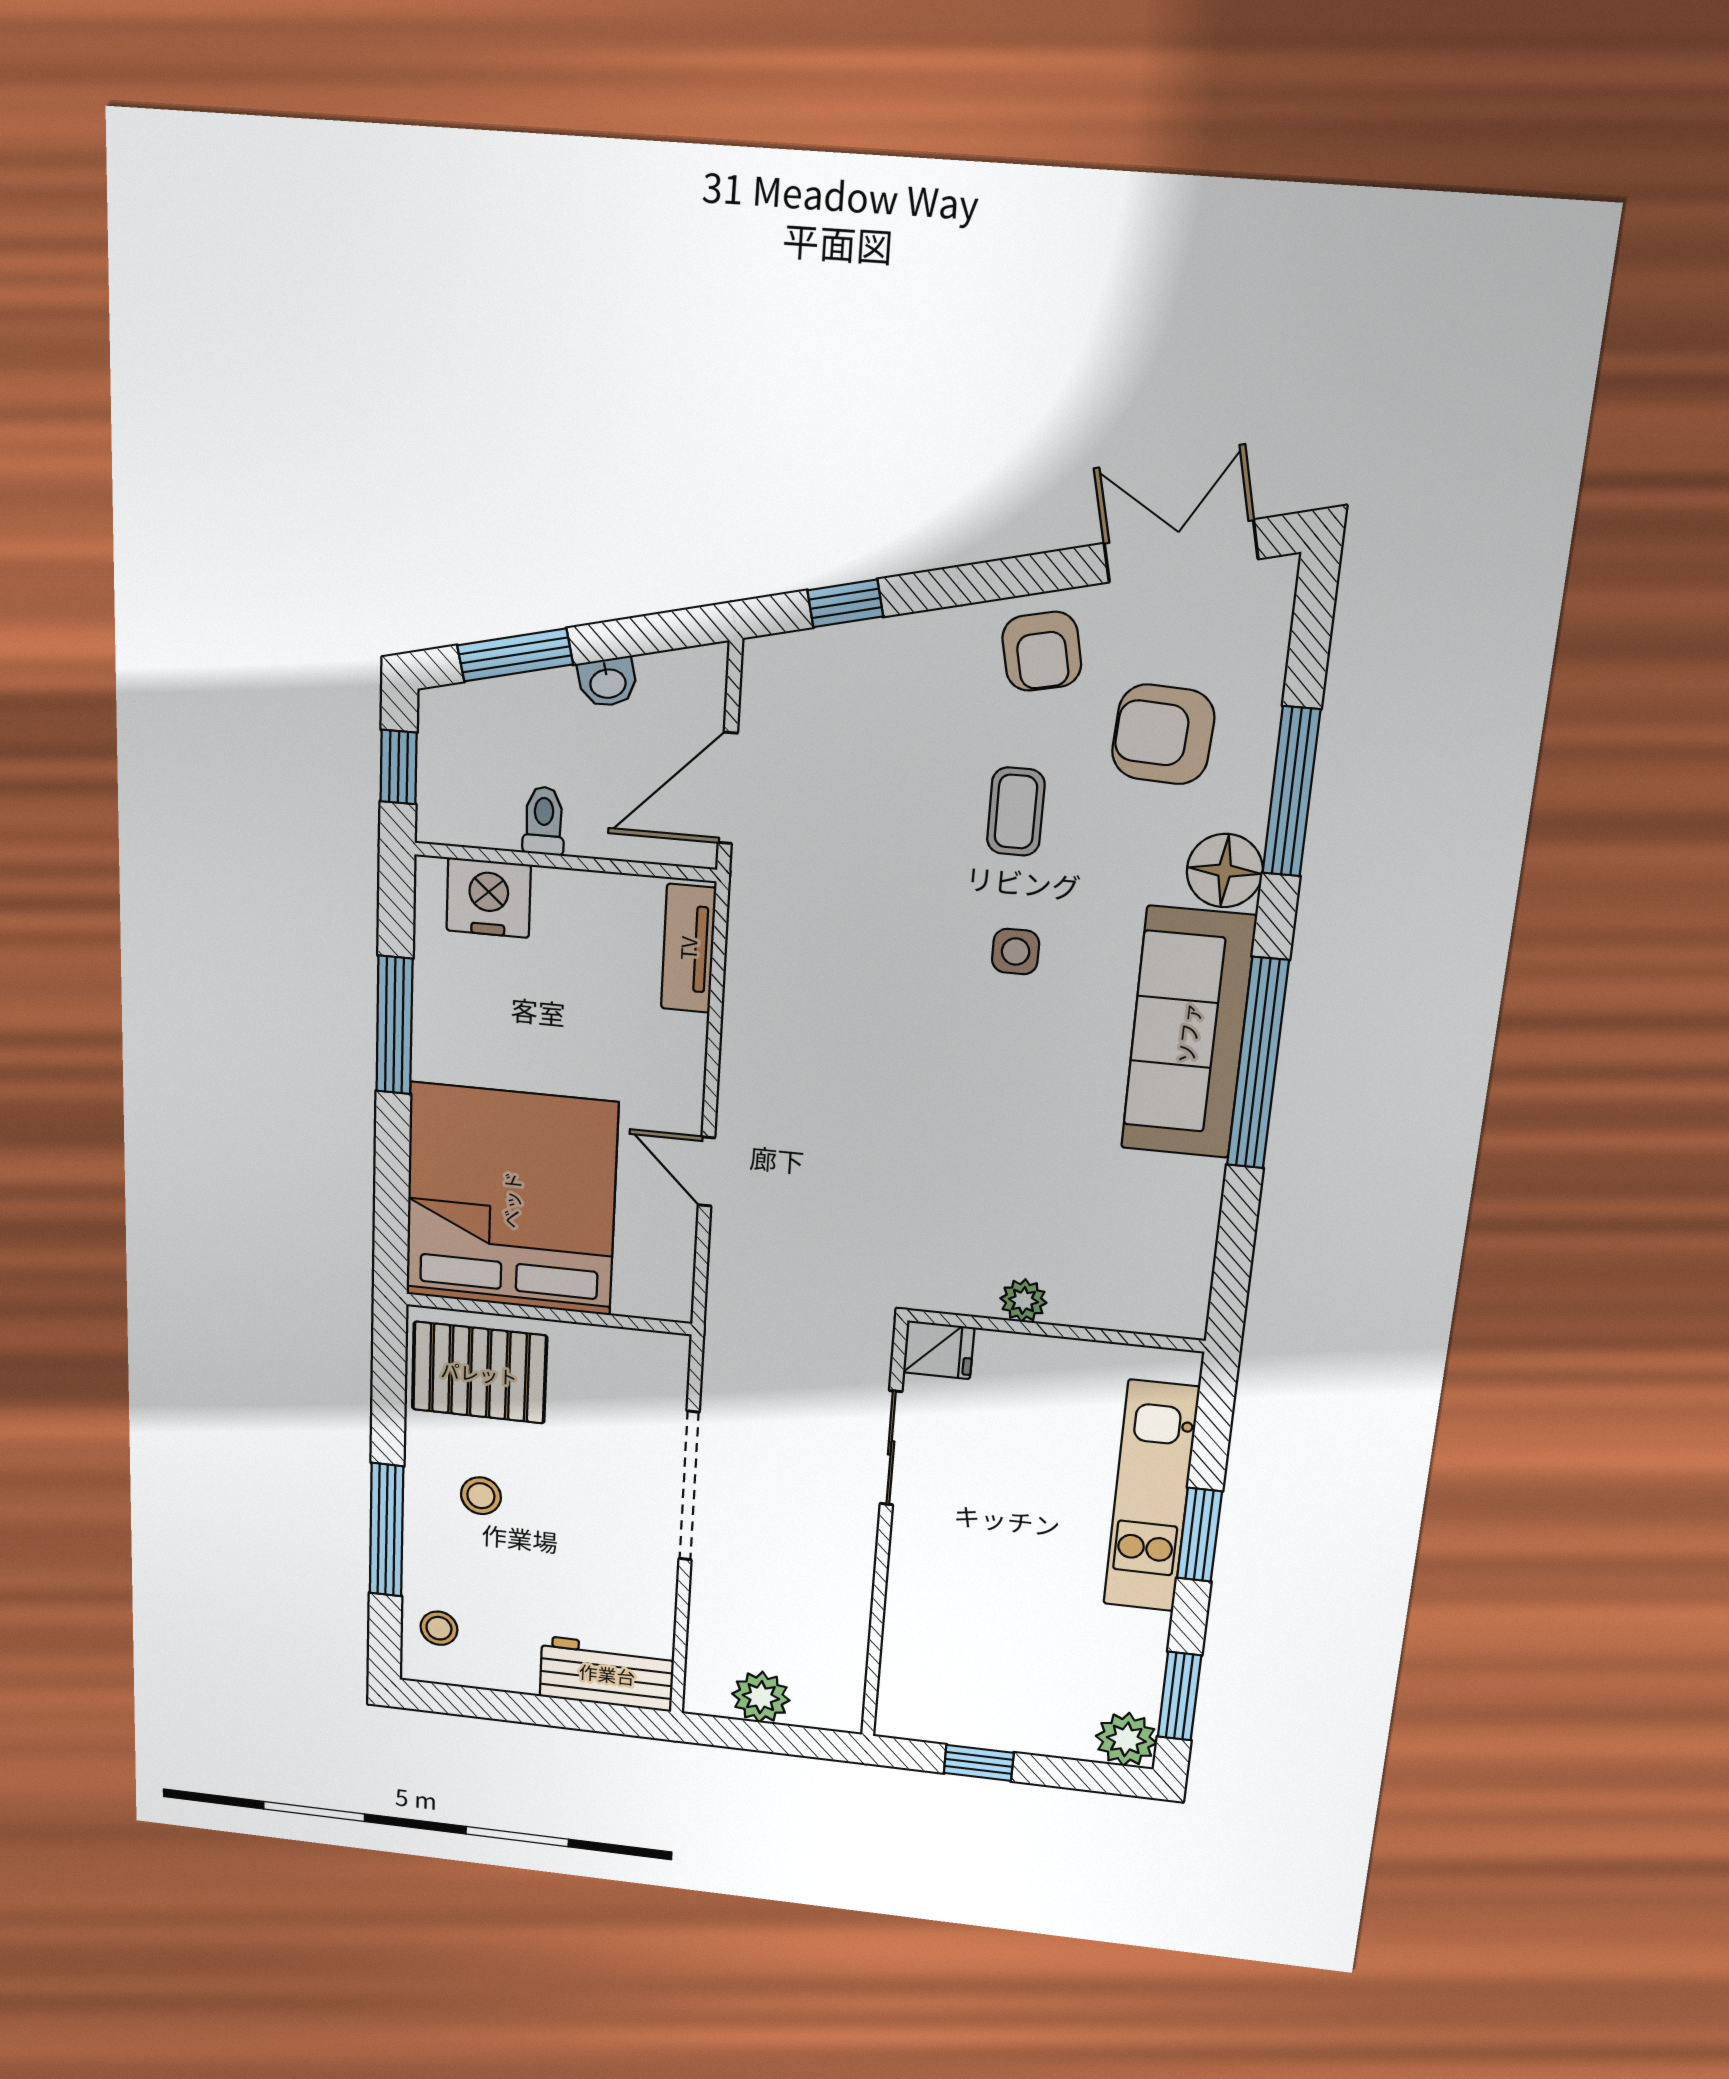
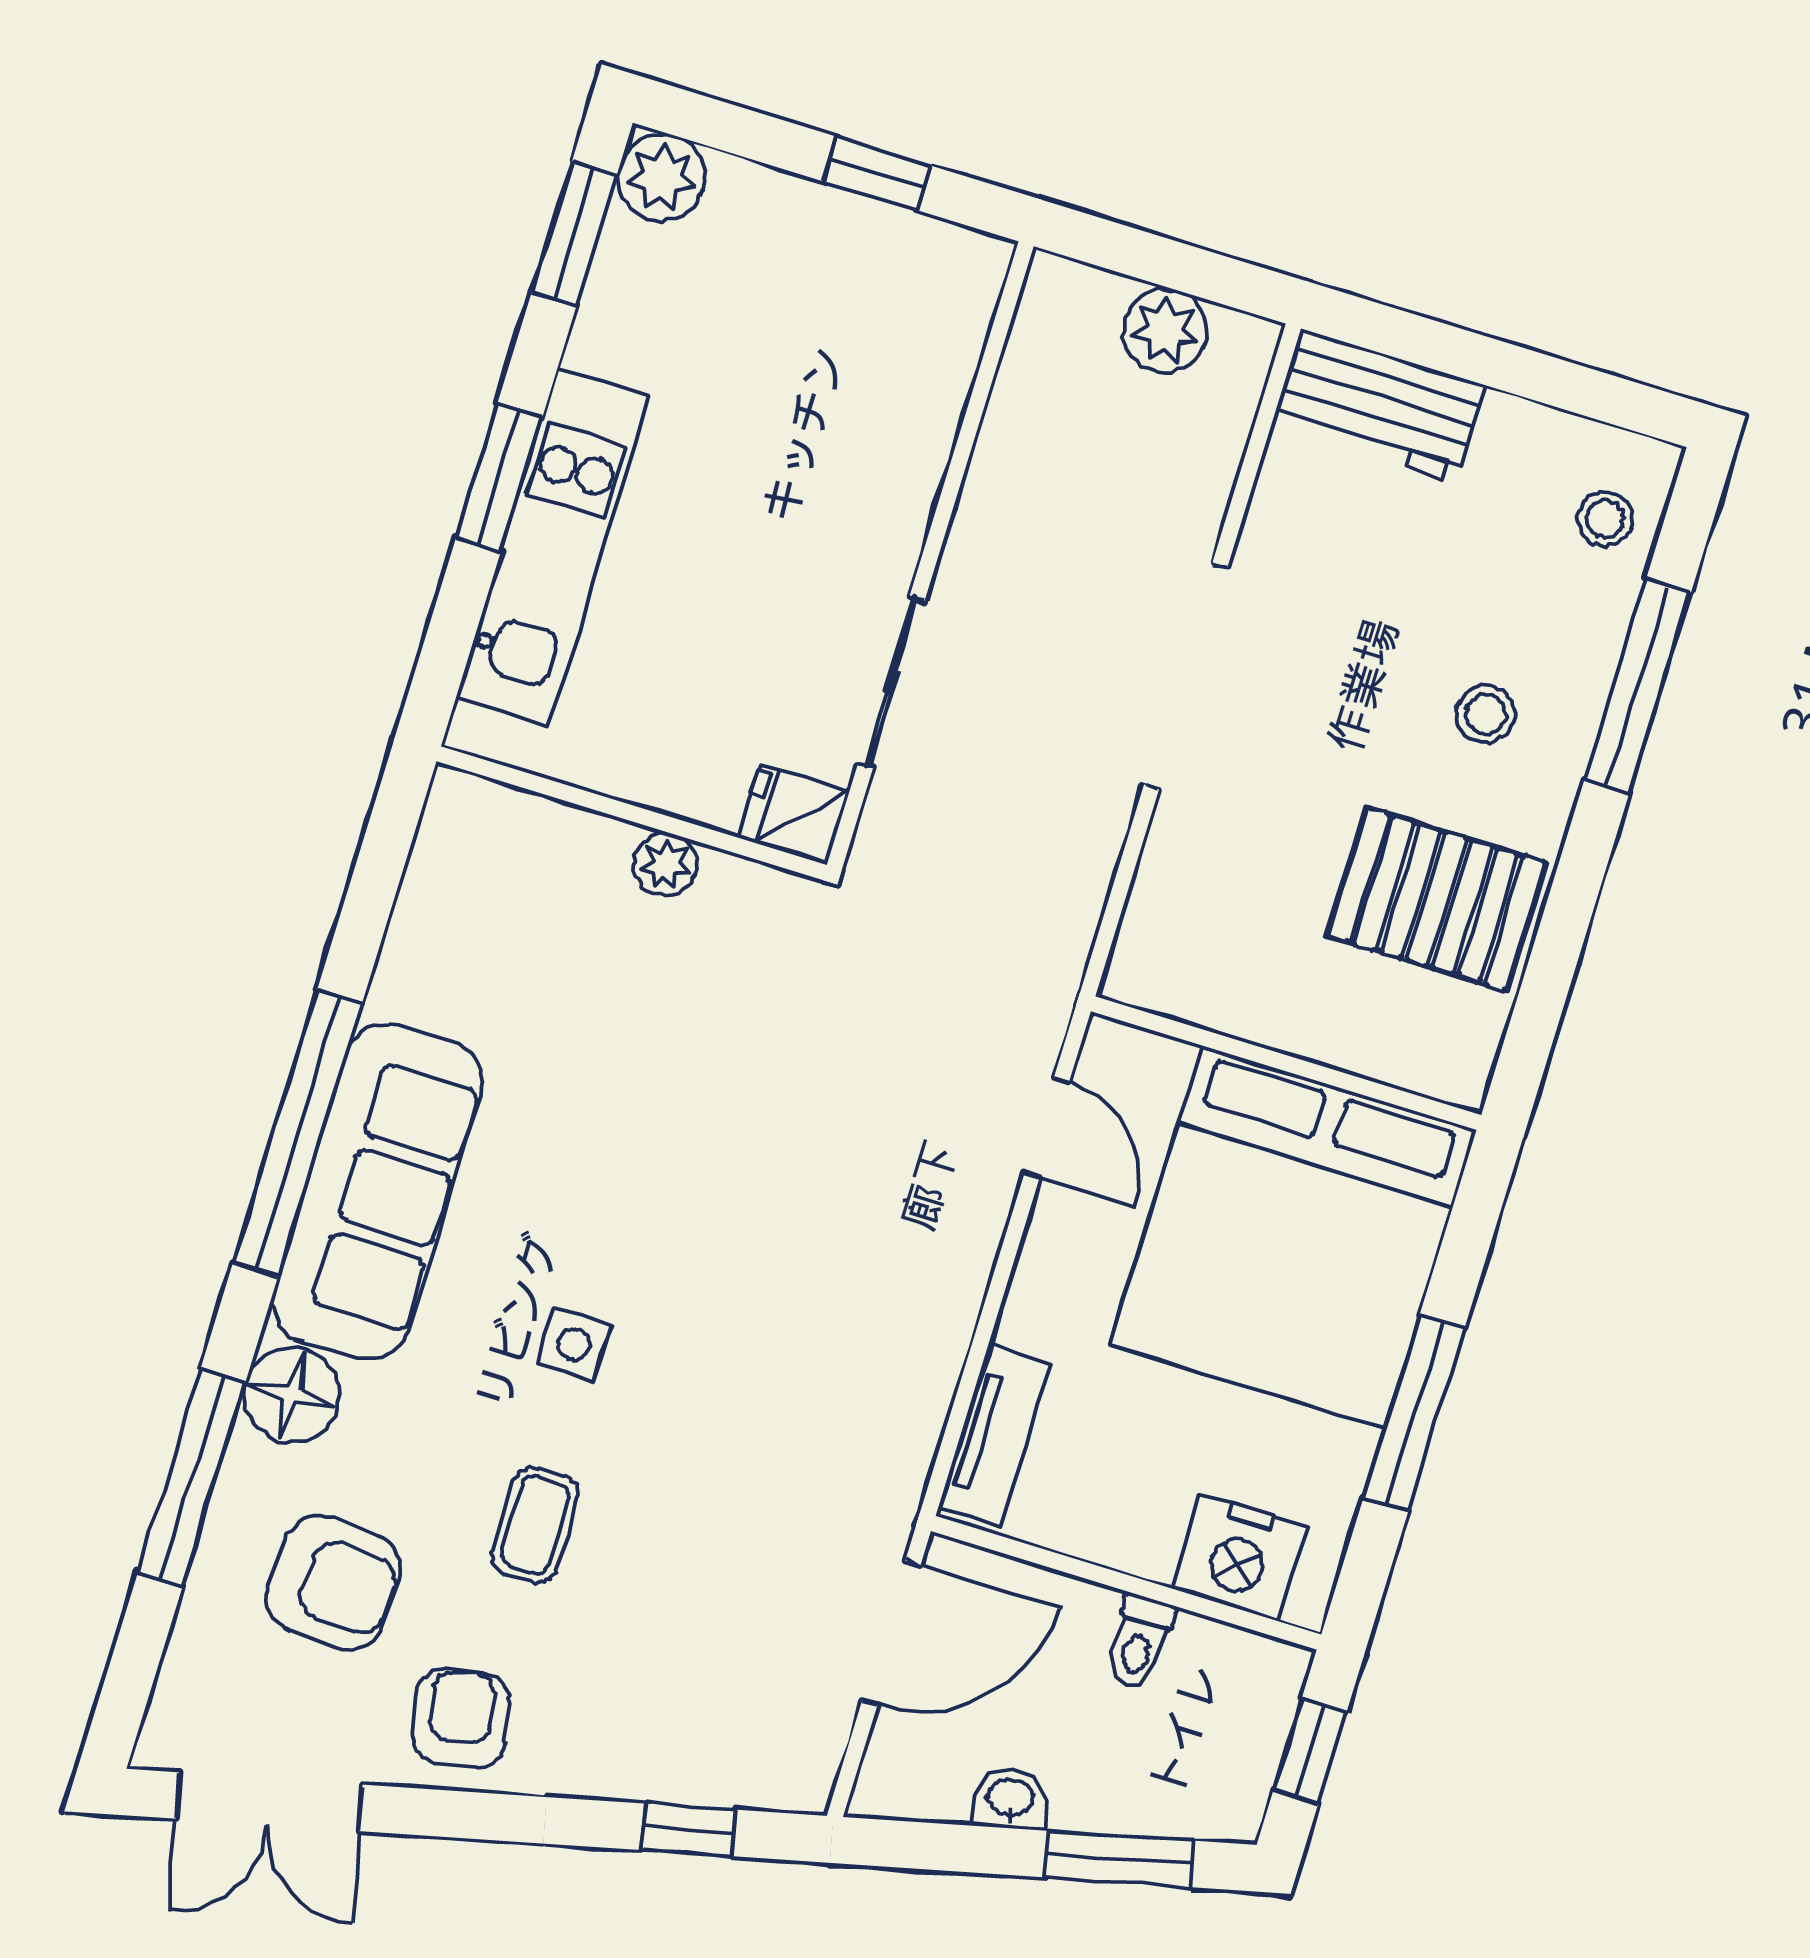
bed: (511, 1200) -> (1293, 1237), moved
wall: (549, 1314) -> (1286, 1063), moved

